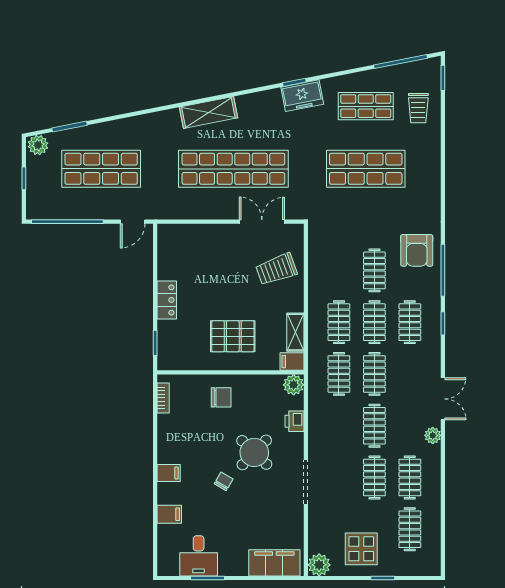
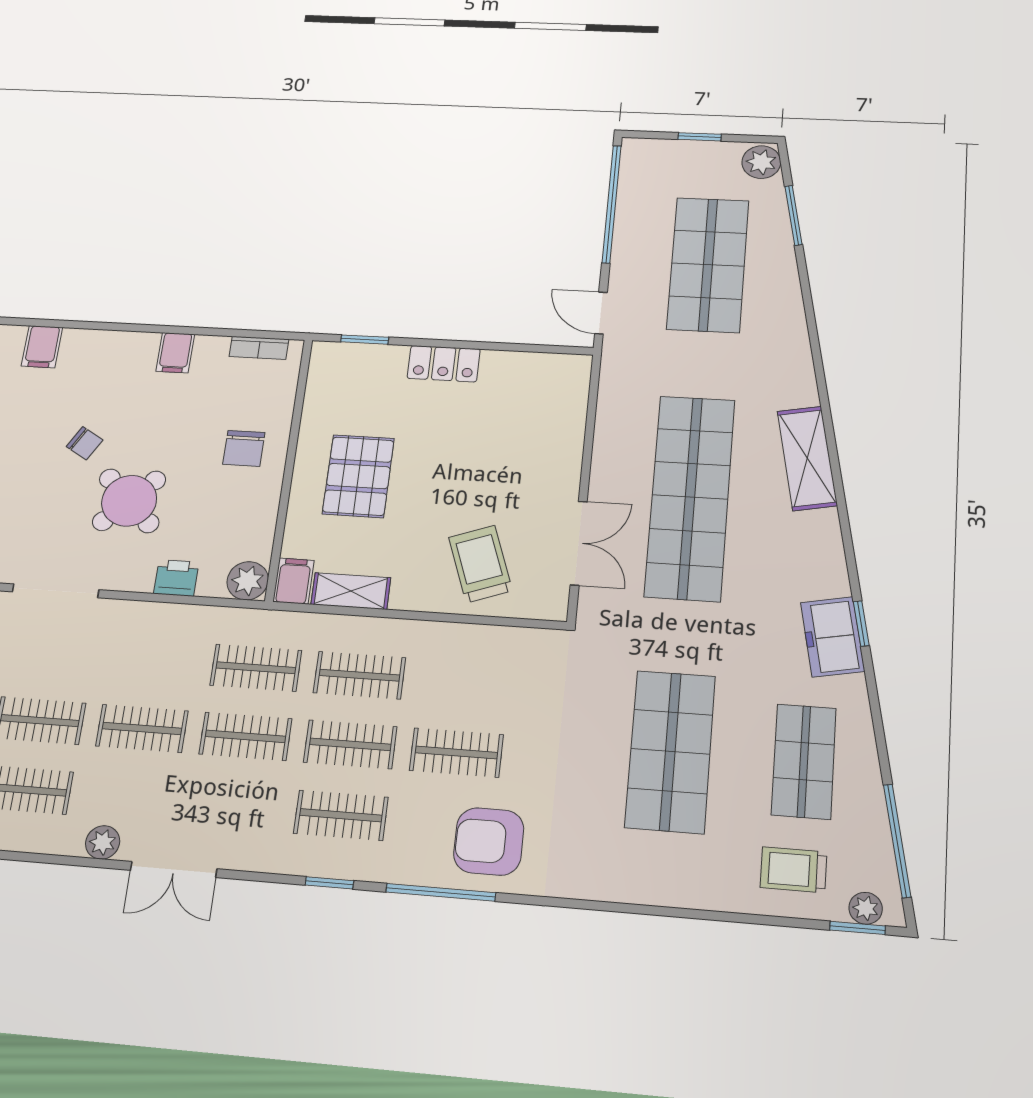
plant: (434, 75) -> (866, 908), added
filing cabinet: (169, 473) -> (175, 353), moved

